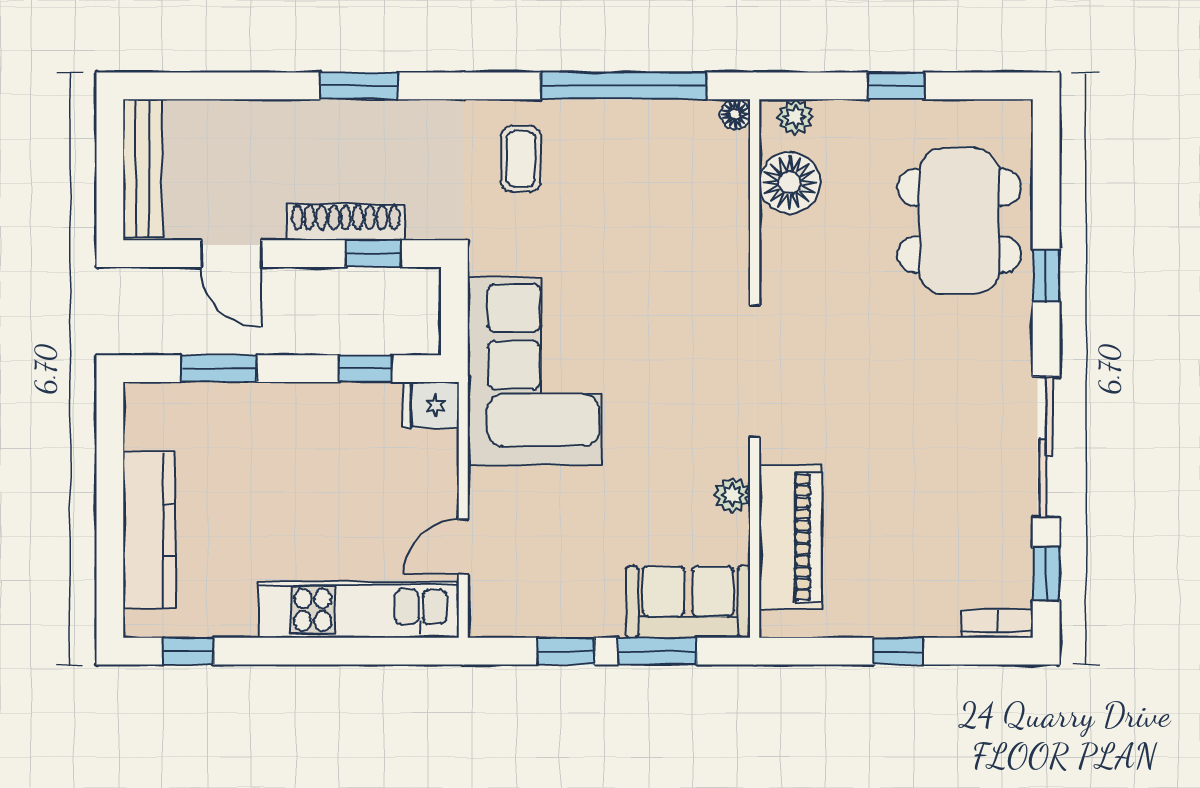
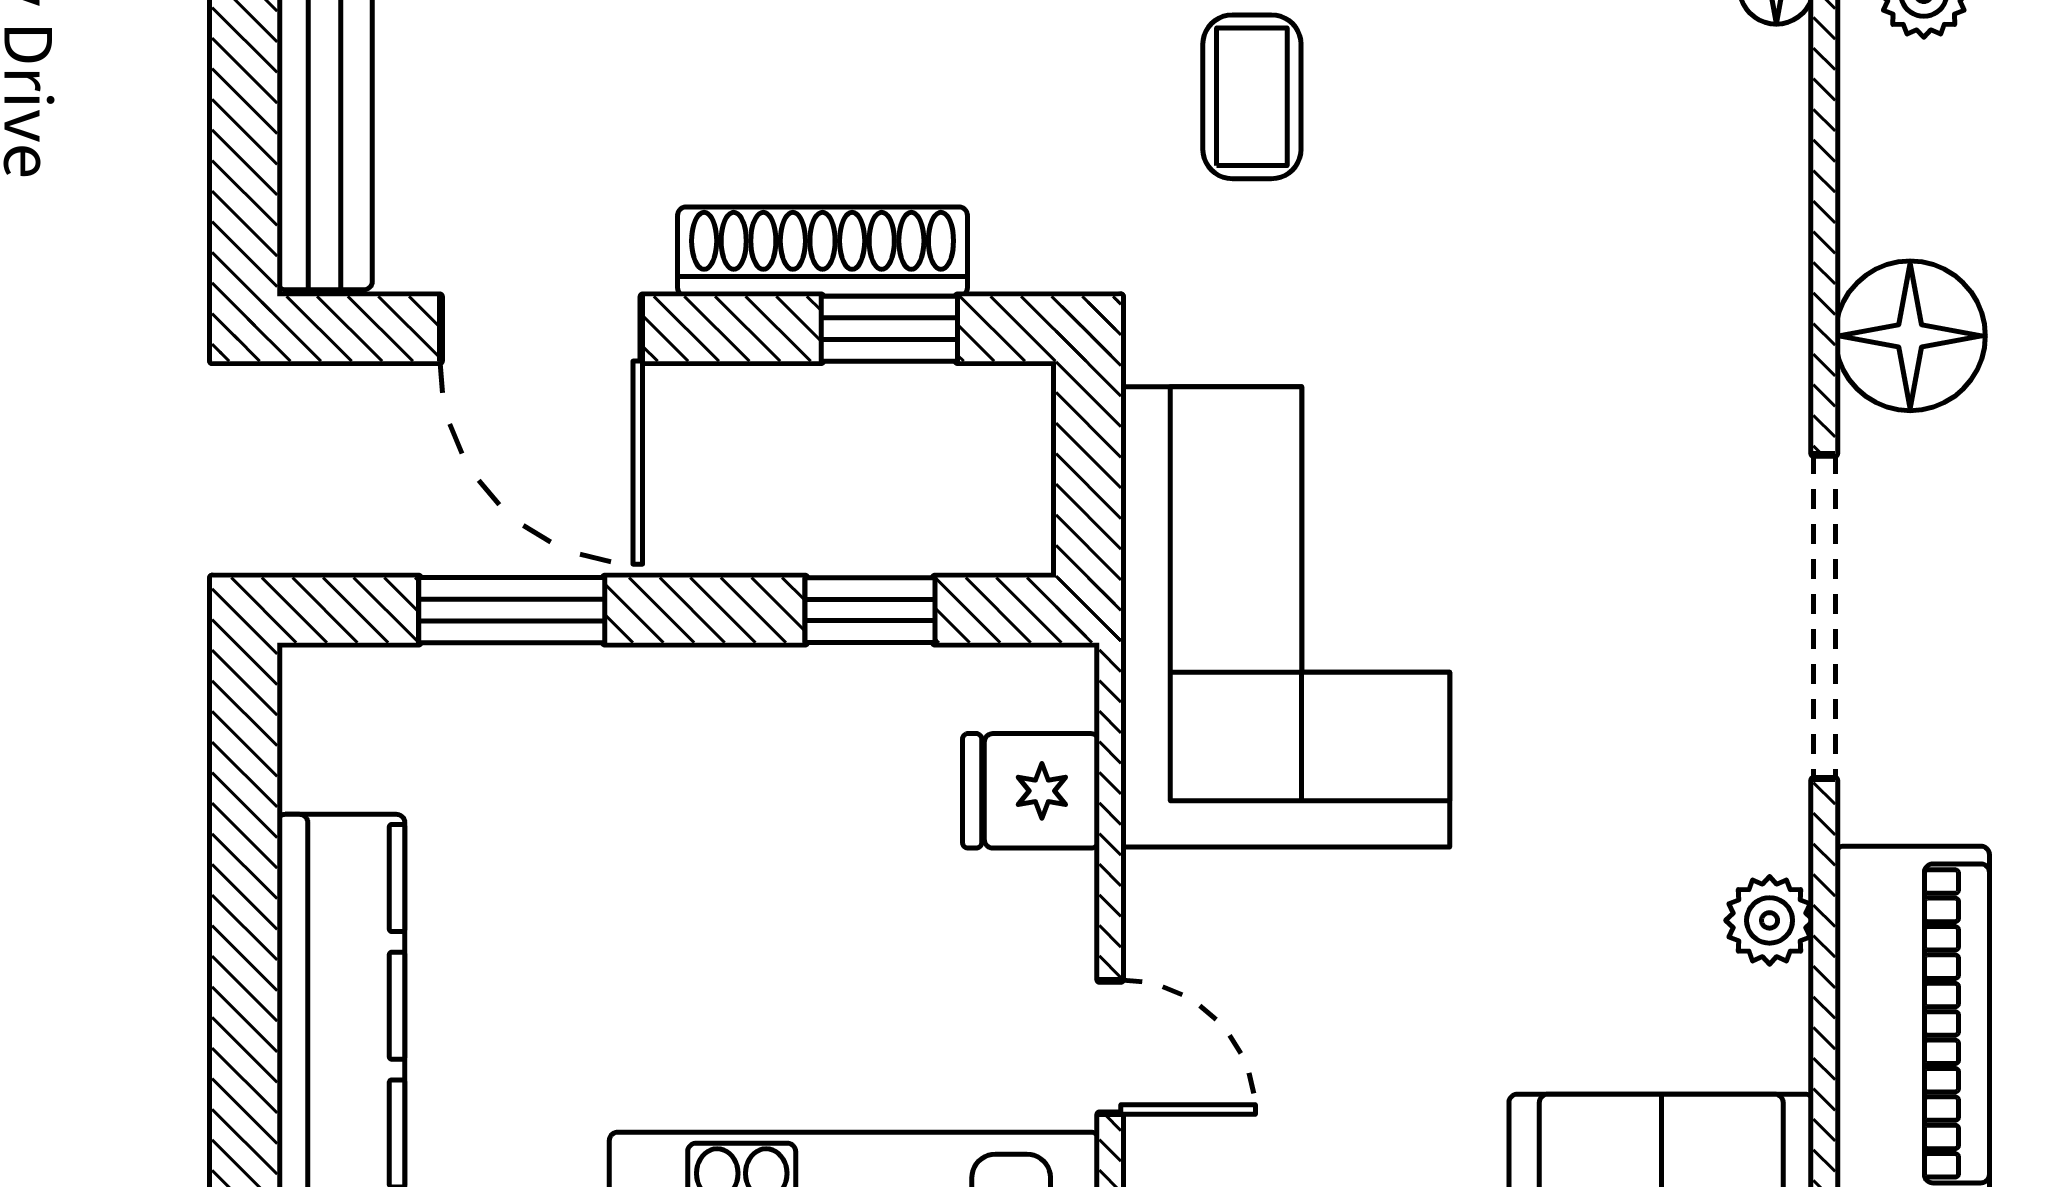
floor lamp: (790, 183) -> (1910, 336), moved
door: (231, 254) -> (541, 329), width x1.38
fridge: (431, 405) -> (1031, 791), moved
door: (463, 547) -> (1110, 1047), swing flipped

